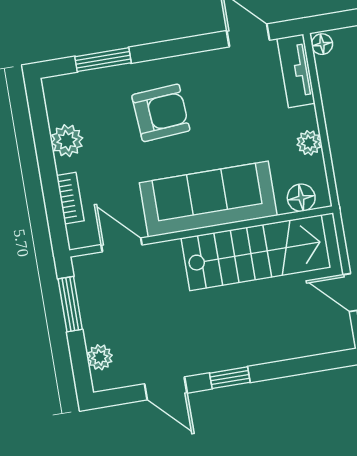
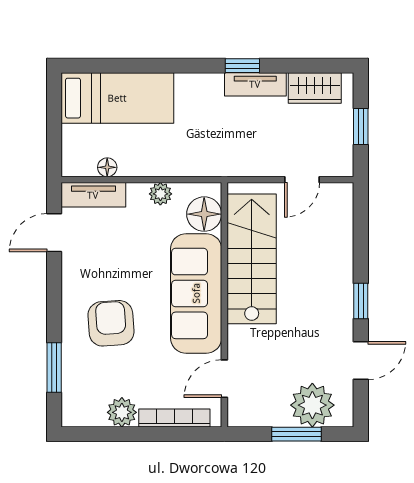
floor lamp: (322, 44) -> (107, 167), moved
bookcase: (70, 198) -> (174, 418), width x1.56
floor lamp: (301, 198) -> (204, 214), width x1.38, depth x1.38
window: (70, 304) -> (297, 434), moved
plant: (100, 357) -> (312, 405), width x1.88, depth x1.88

